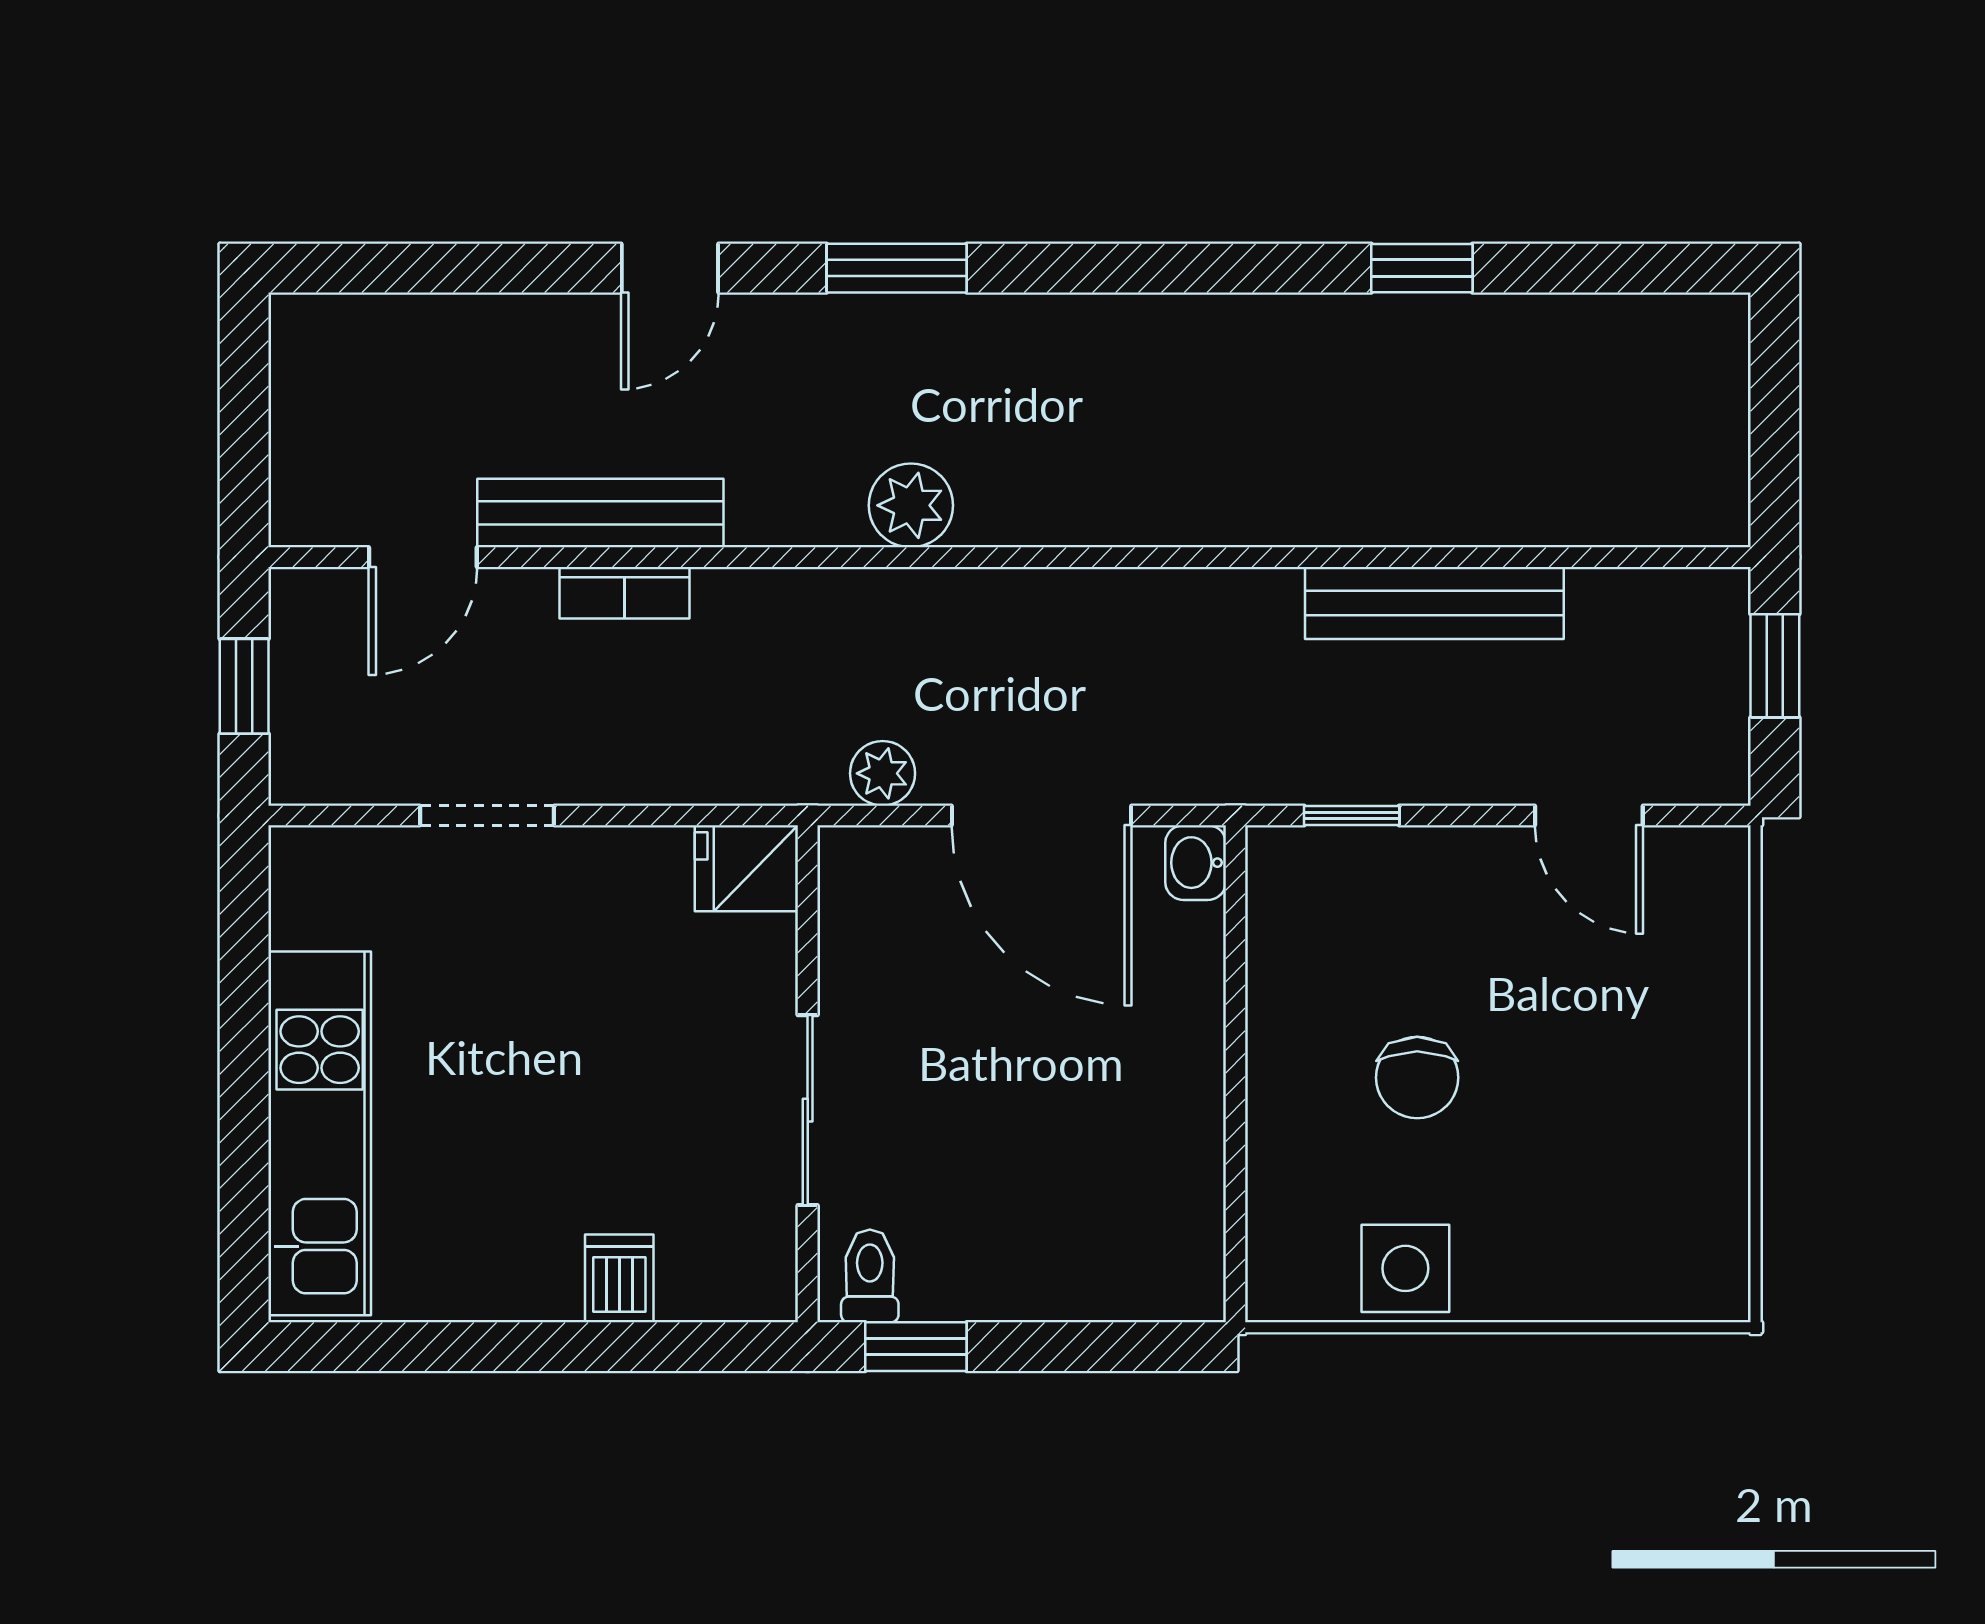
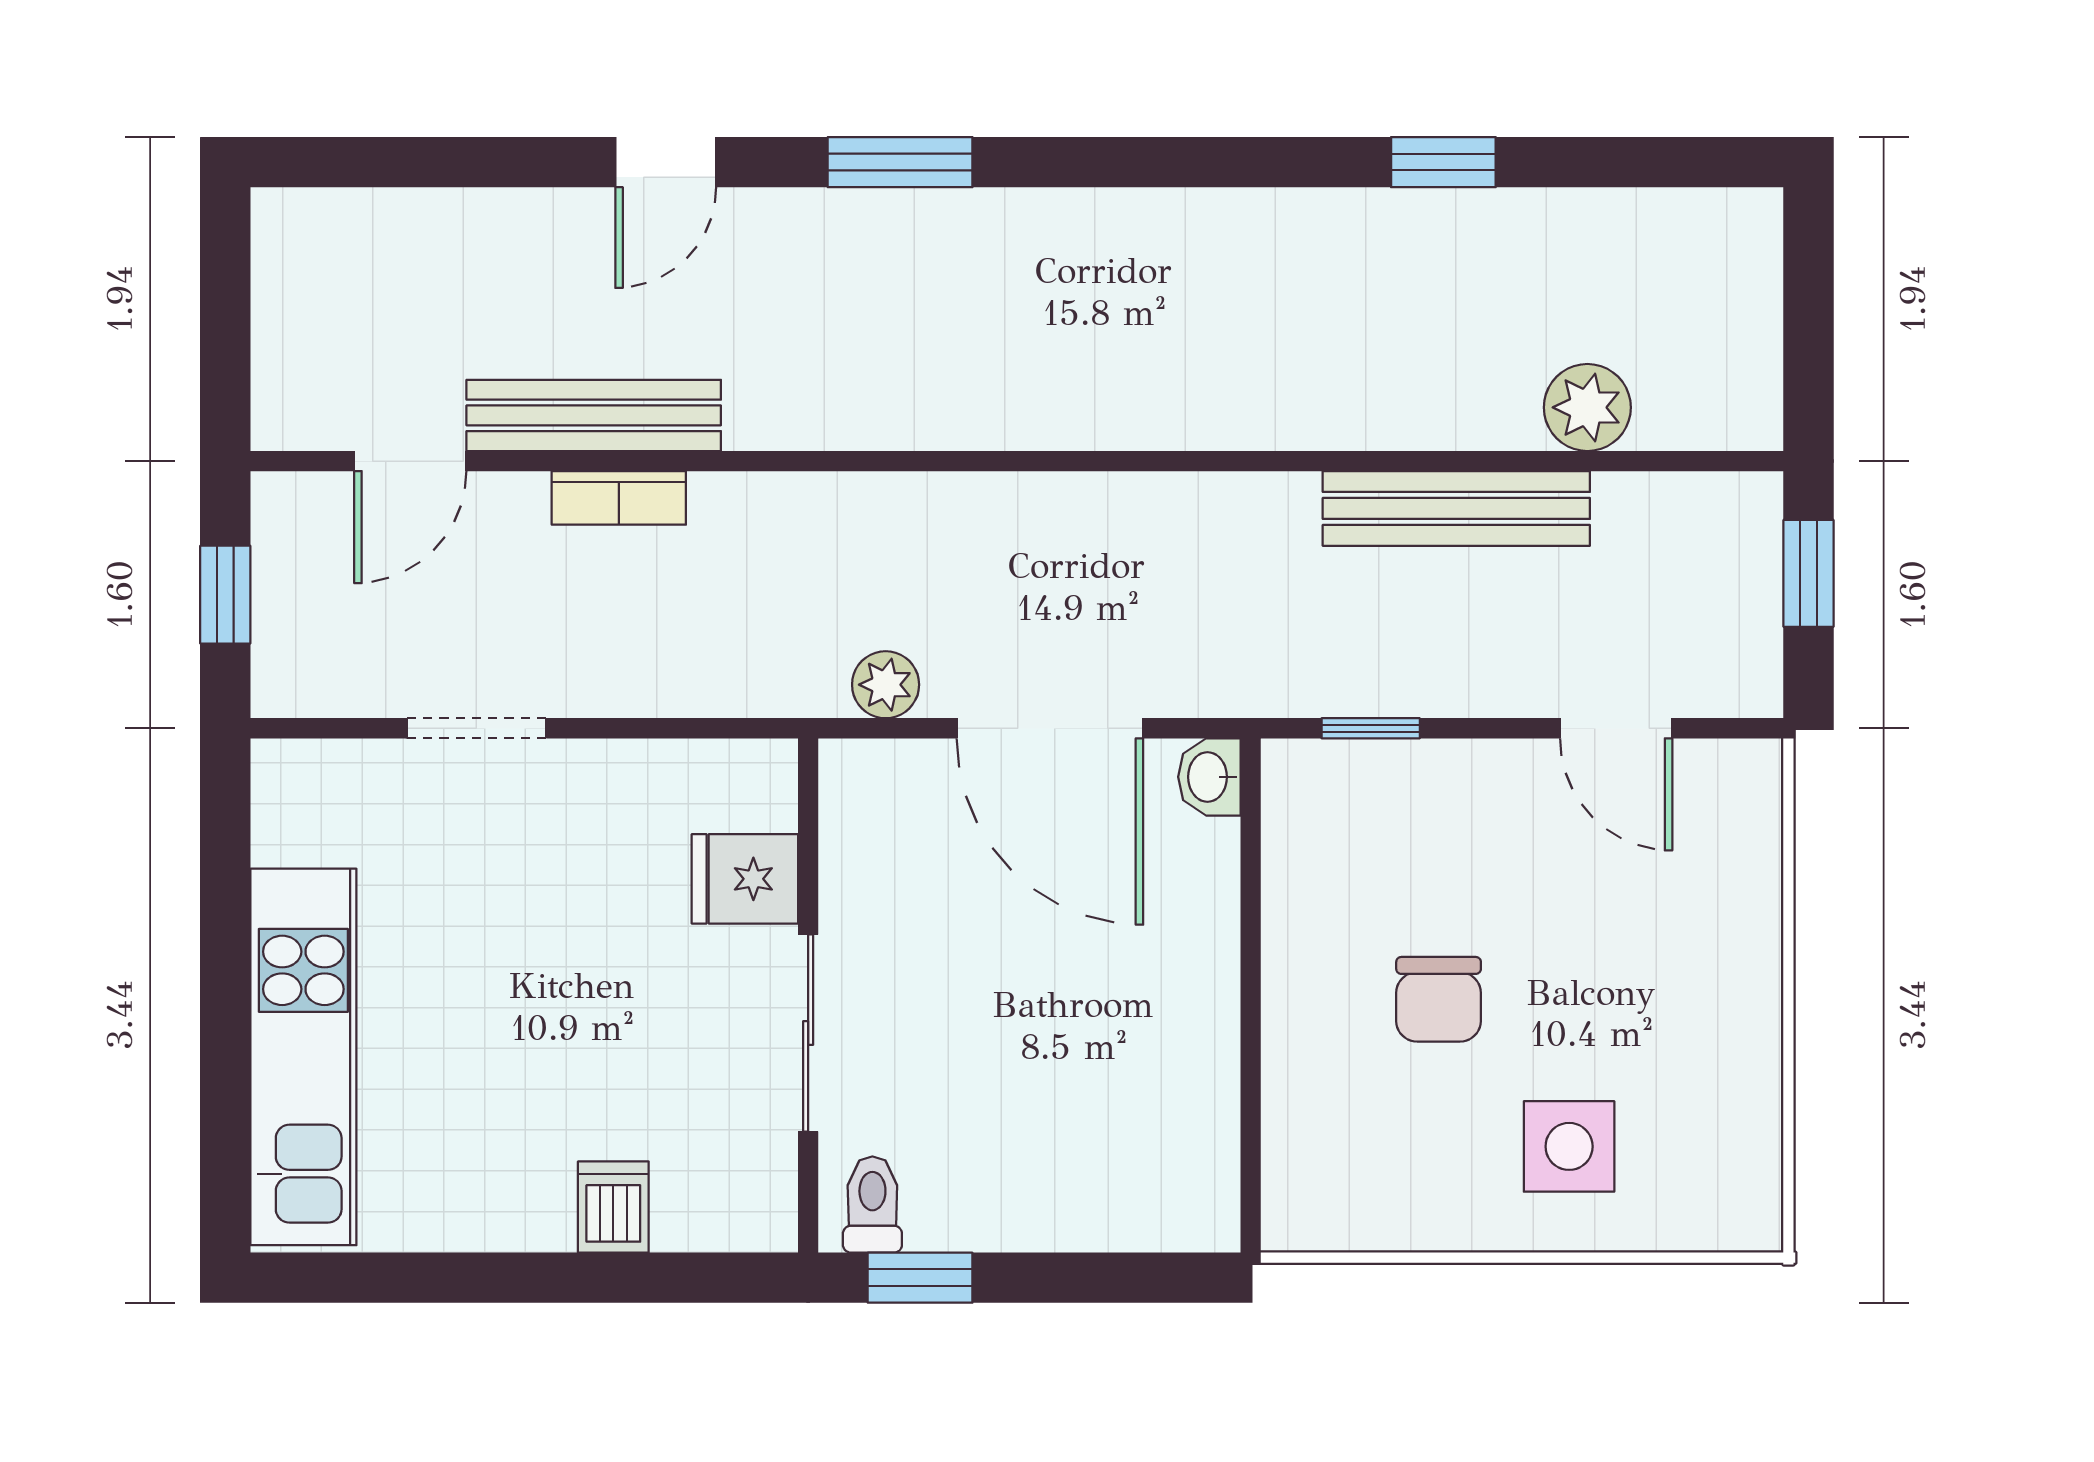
plant: (911, 505) -> (1587, 407), moved
fridge: (746, 868) -> (745, 879), moved
side table: (1405, 1268) -> (1569, 1146), moved

